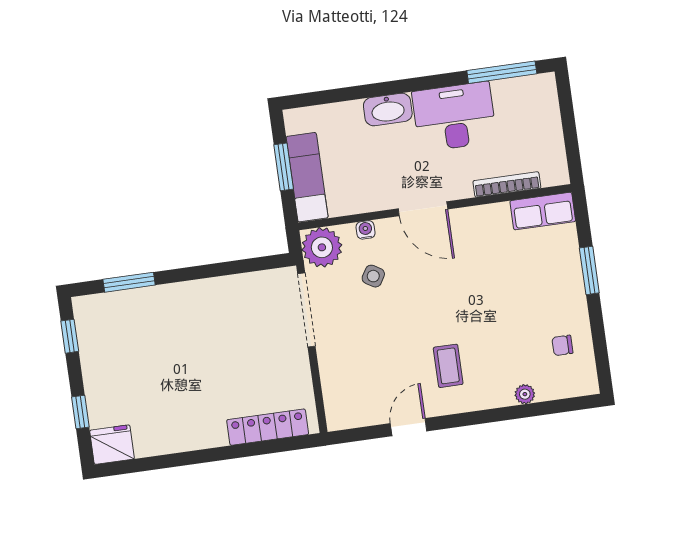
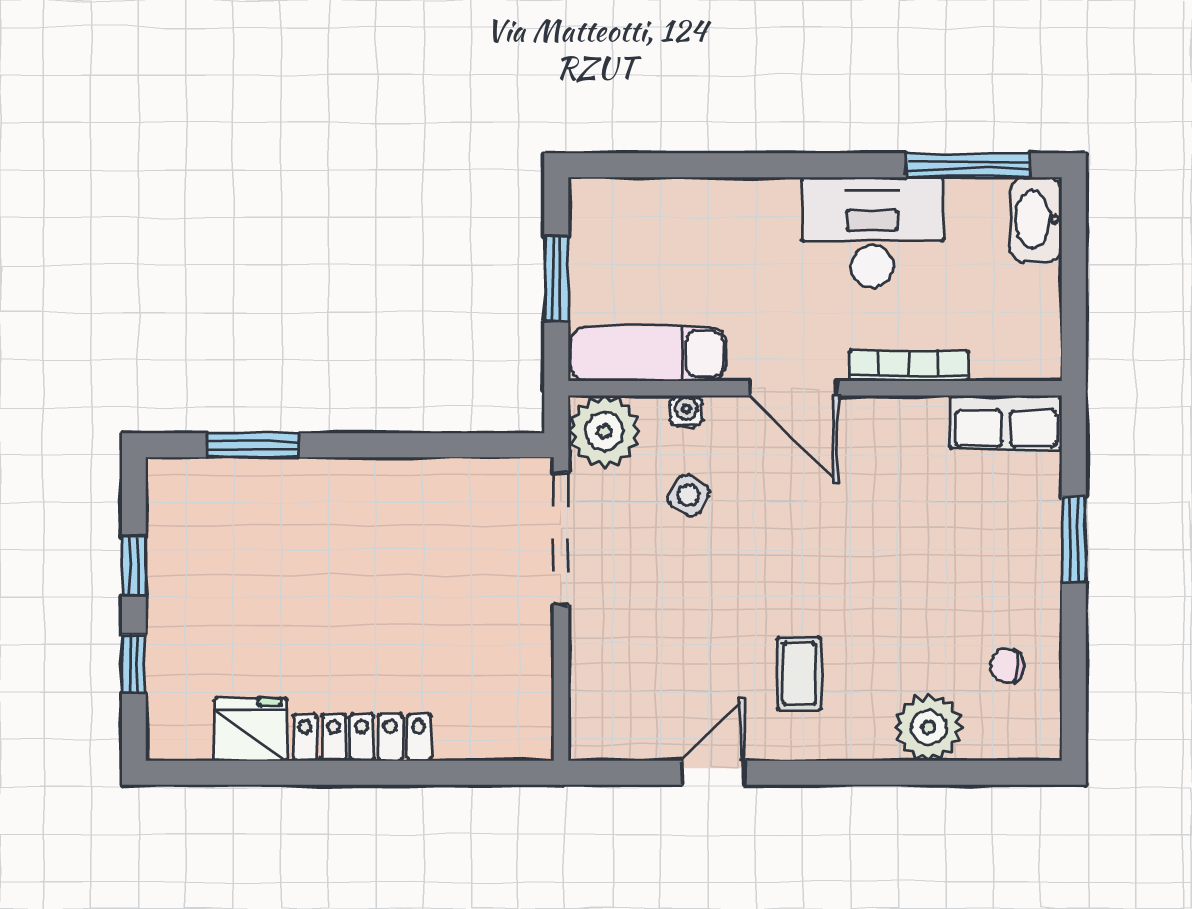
washbasin: (388, 109) -> (1036, 219), moved, turned 90
exam couch: (307, 177) -> (648, 354), moved, turned -90
bookcase: (507, 184) -> (909, 366), moved
window: (70, 336) -> (134, 565), moved
plant: (525, 394) -> (928, 727), width x1.87, depth x1.87
locker: (268, 427) -> (362, 737), moved
fridge: (112, 445) -> (251, 730), moved

